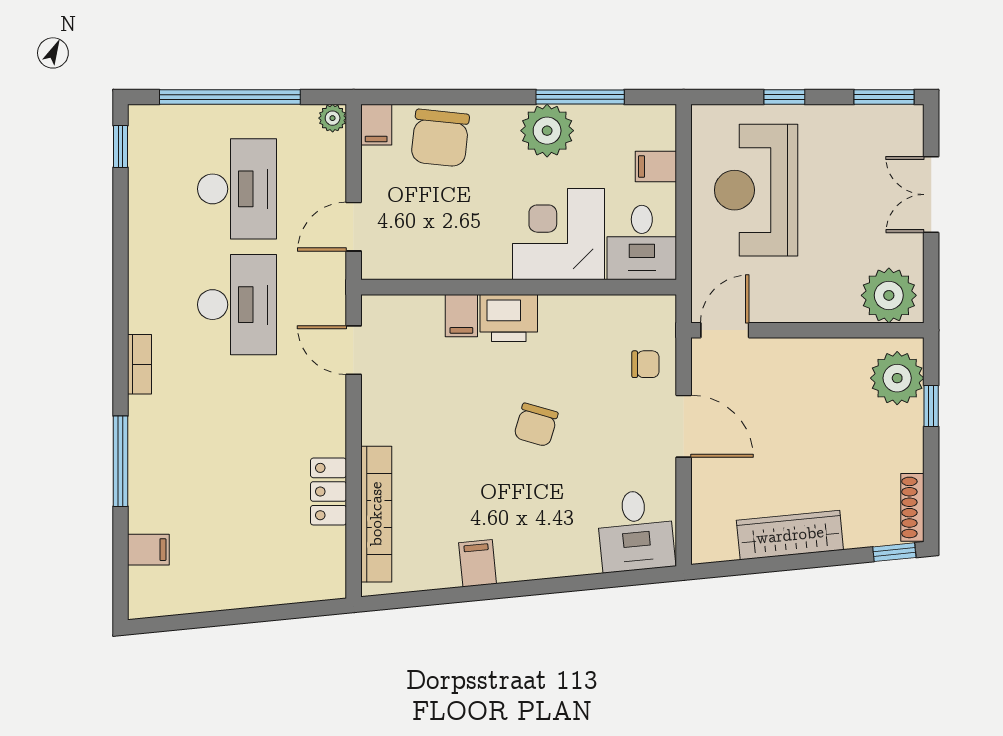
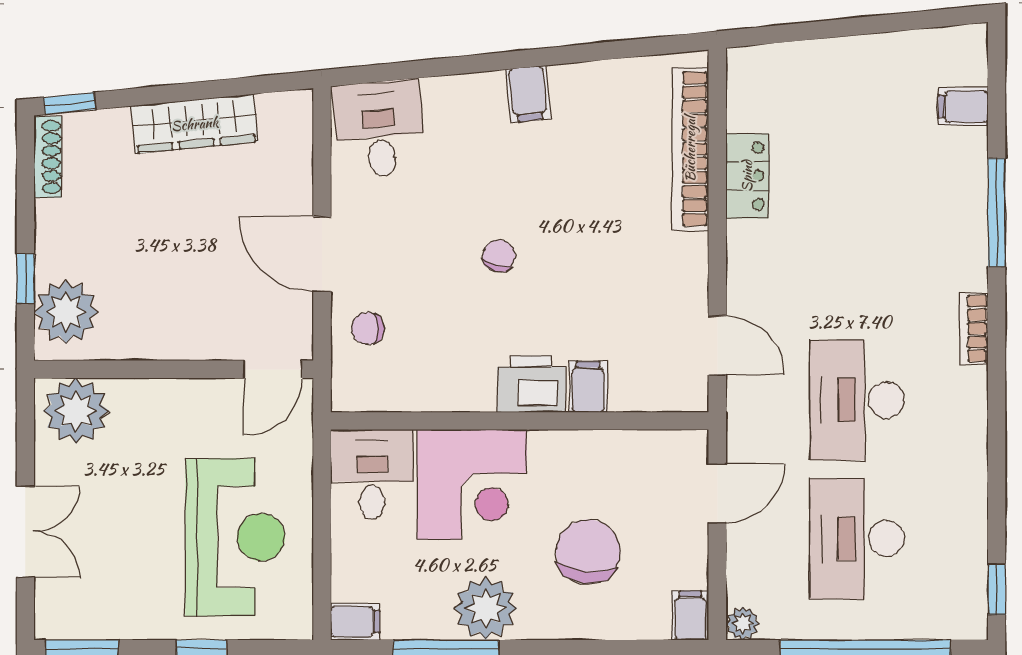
chair: (440, 138) -> (588, 552), moved
filing cabinet: (656, 167) -> (355, 622), moved
chair: (536, 425) -> (499, 256), width x0.73, depth x0.73
filing cabinet: (478, 563) -> (528, 94), moved

